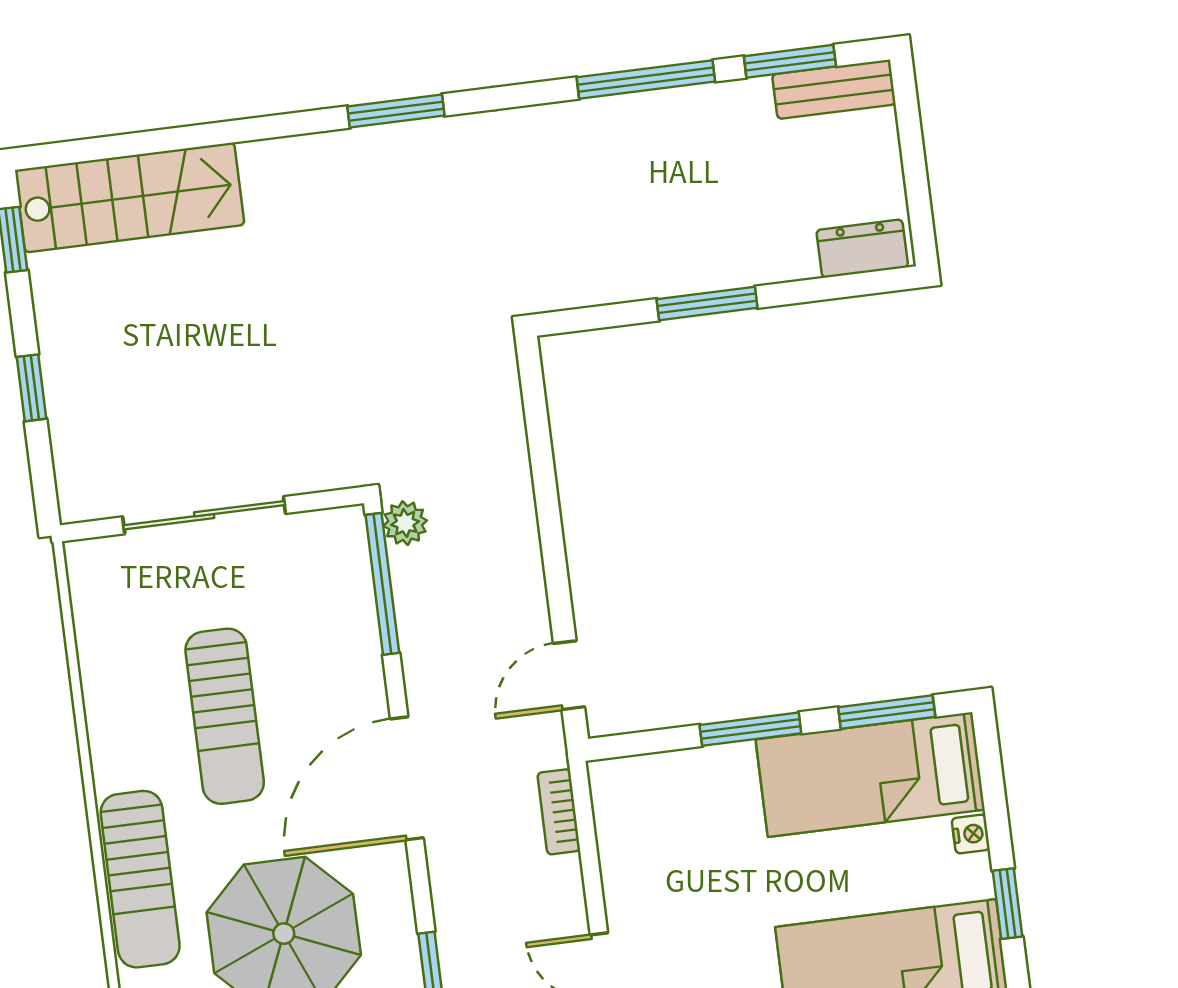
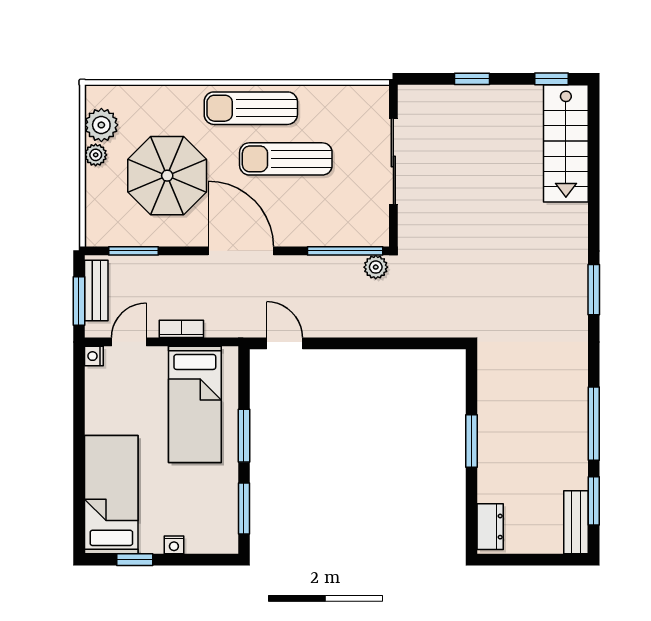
bed: (870, 775) -> (195, 404), moved, turned 180
bookcase: (559, 812) -> (181, 329), moved
sun lounger: (140, 879) -> (251, 108), moved

